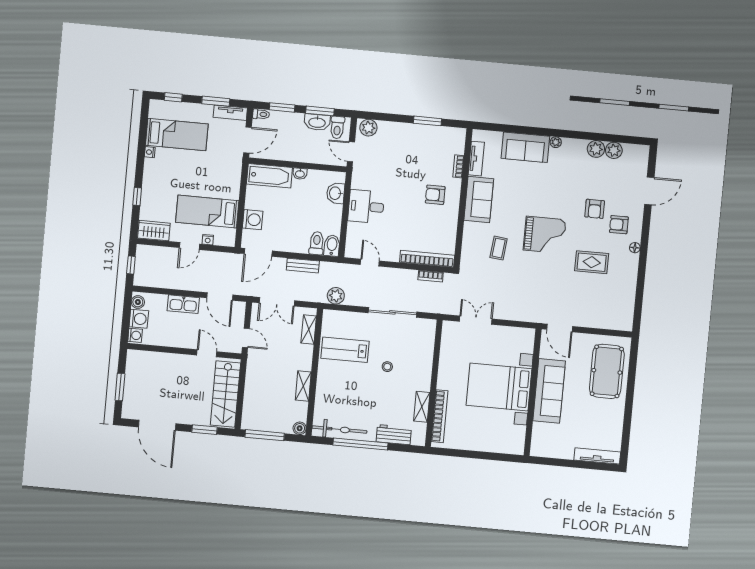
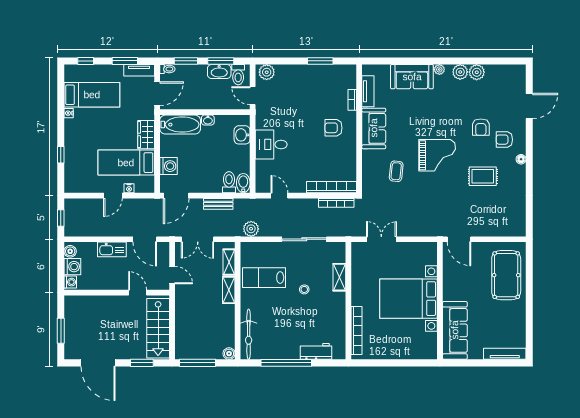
plant: (614, 150) -> (460, 72), moved
wardrobe: (154, 231) -> (146, 135), moved, turned -90
bookcase: (431, 276) -> (336, 203), width x1.56
shelving: (303, 386) -> (229, 290), moved
sofa: (549, 391) -> (455, 330), moved
shelving: (422, 407) -> (339, 277), moved
bicycle: (339, 429) -> (249, 334), moved, turned 90

